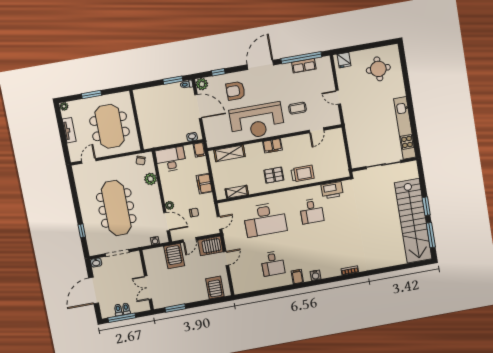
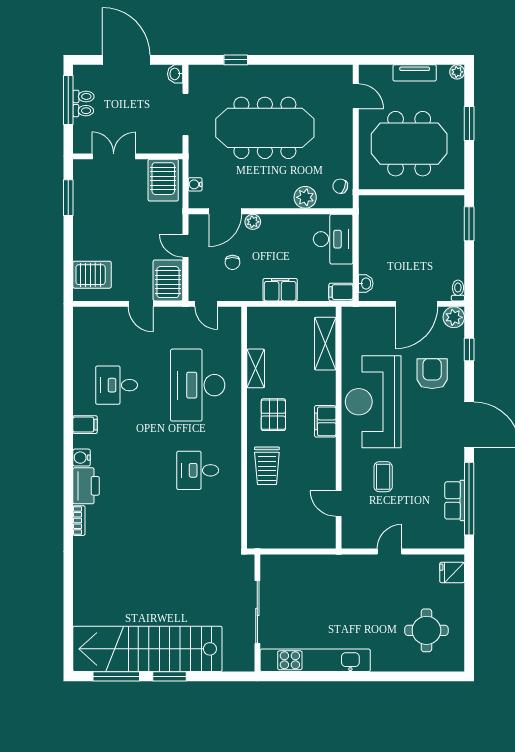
window: (173, 80) -> (469, 224), moved
printer: (332, 190) -> (86, 486), moved, turned 180
shelving: (237, 192) -> (256, 368), moved
server rack: (174, 256) -> (163, 180), moved, turned -90

